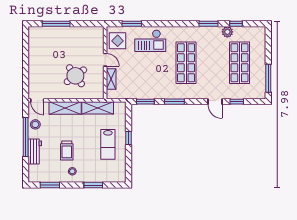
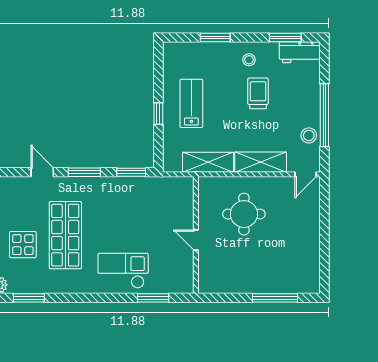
display table: (118, 41) -> (23, 245), moved
round table: (75, 76) -> (244, 214), turned 36
shelving: (111, 79) -> (186, 209), removed
door: (37, 100) -> (306, 174), swing flipped
door: (215, 102) -> (42, 172), moved
workbench: (35, 151) -> (300, 52), moved, turned -90

